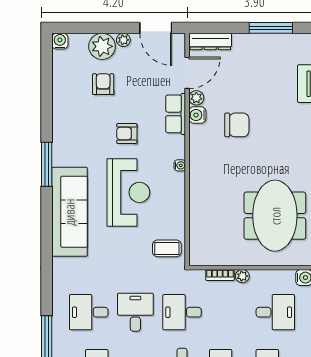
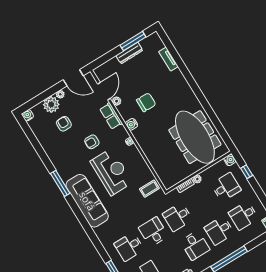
dresser: (210, 41) -> (129, 53), moved
water cooler: (197, 115) -> (132, 124), moved
meeting table: (275, 216) -> (195, 137), width x1.36

